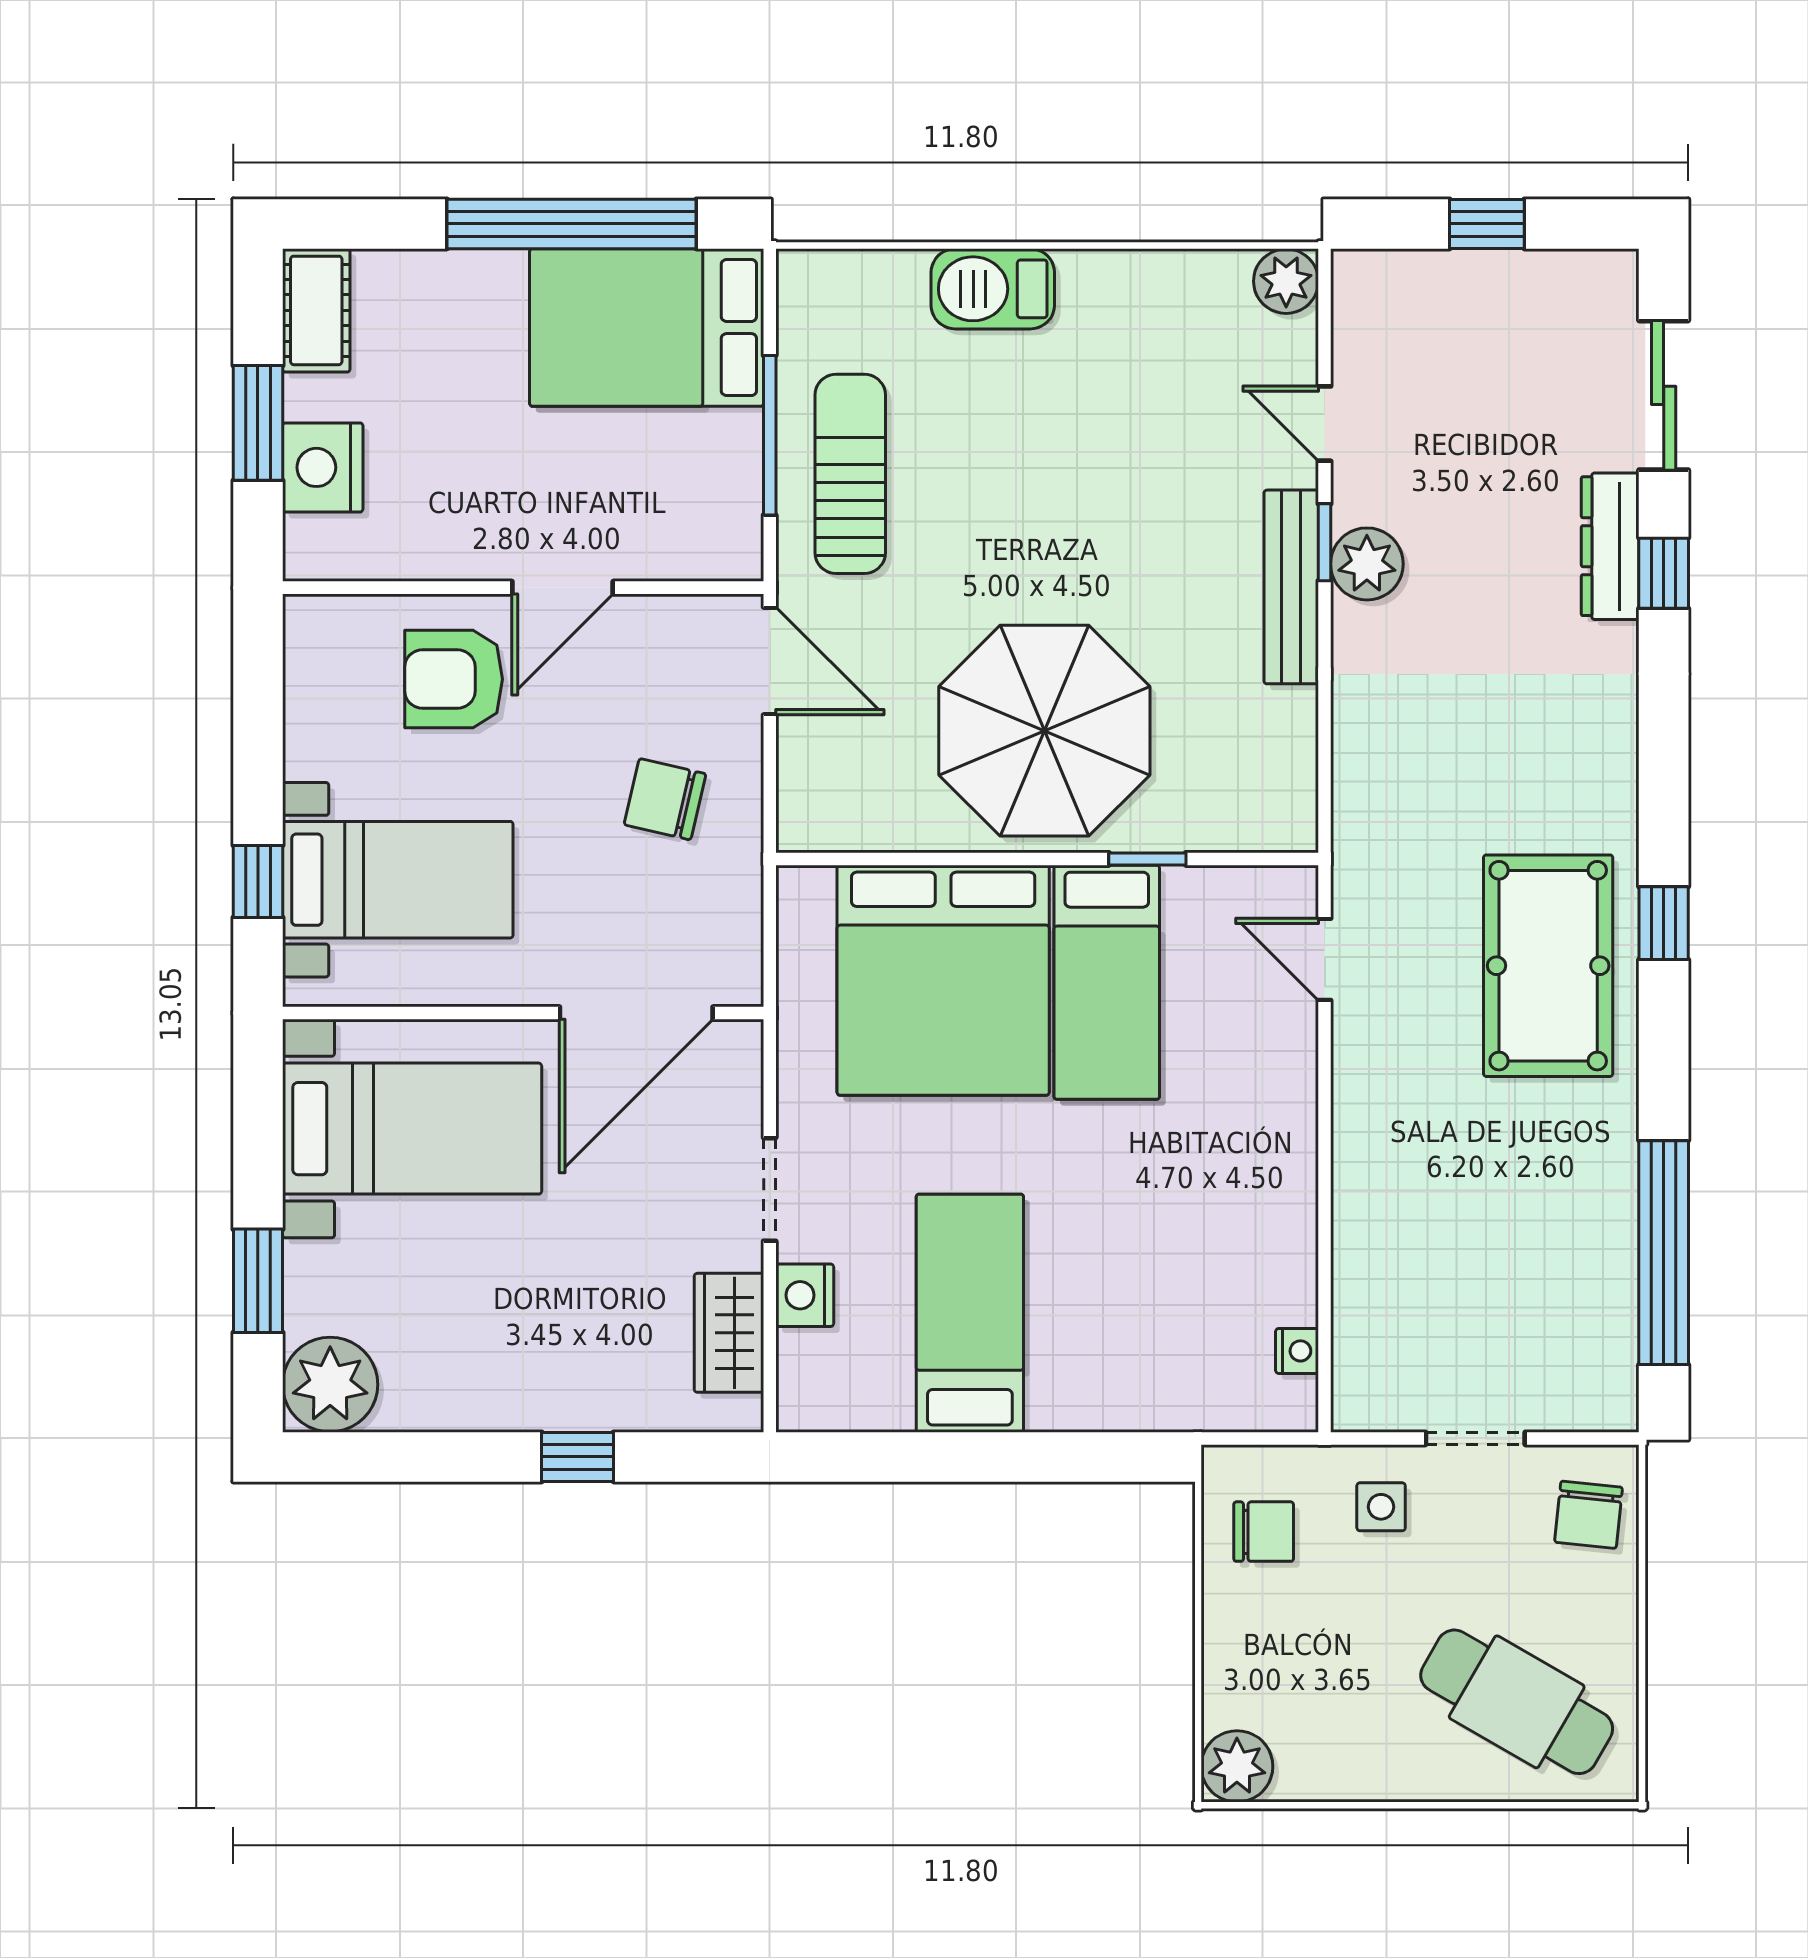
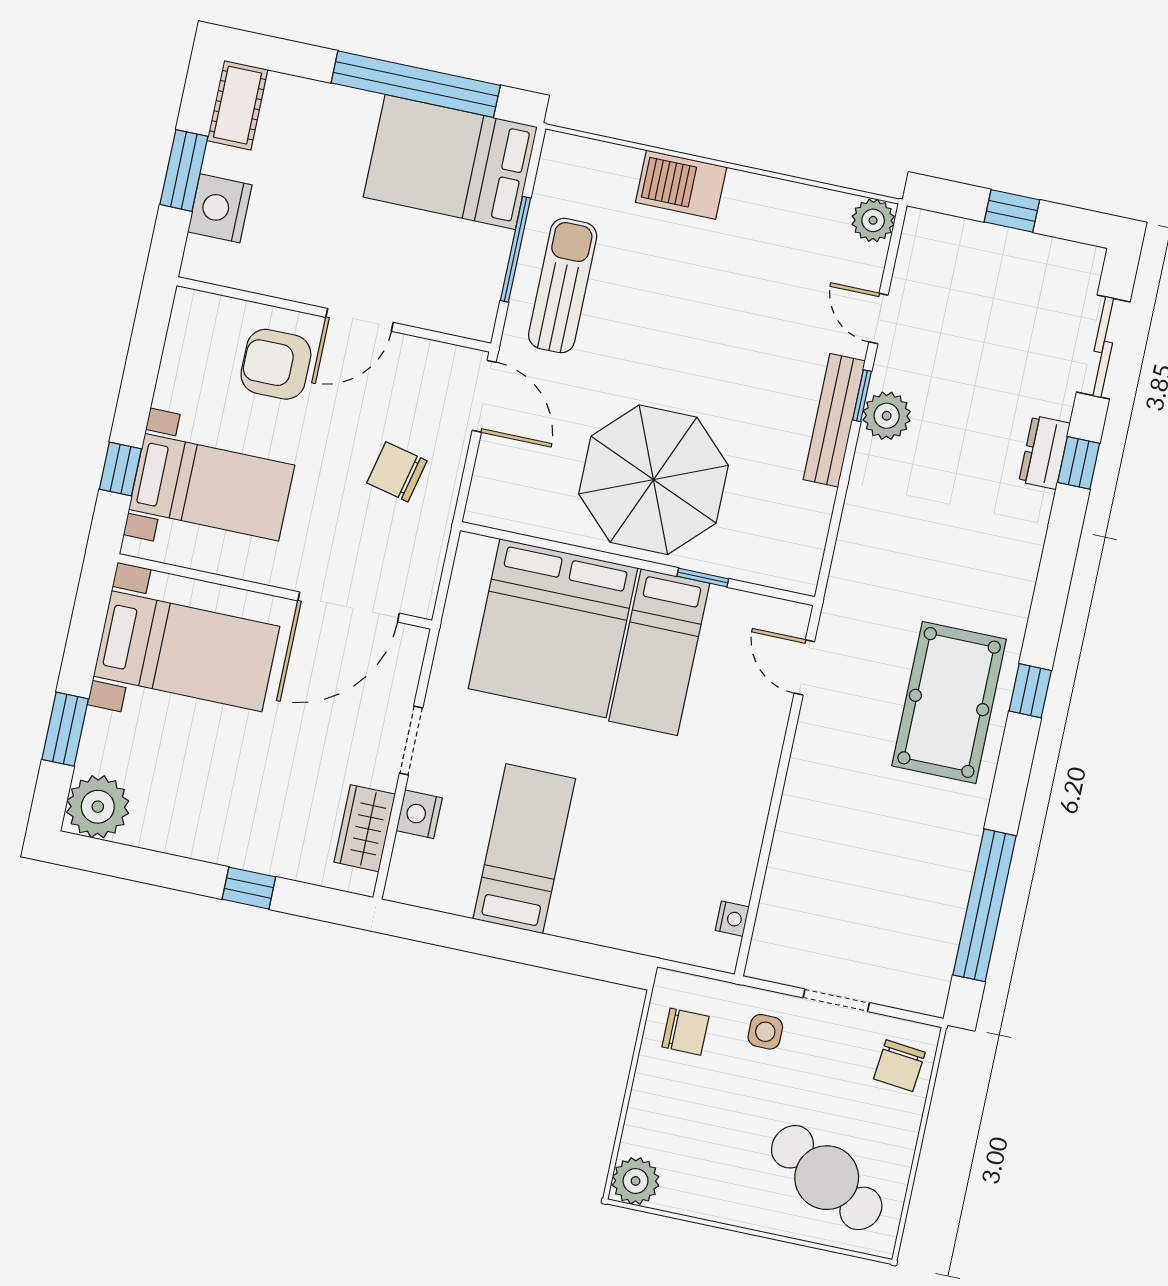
dresser: (1610, 546) -> (1044, 452), width x0.70

